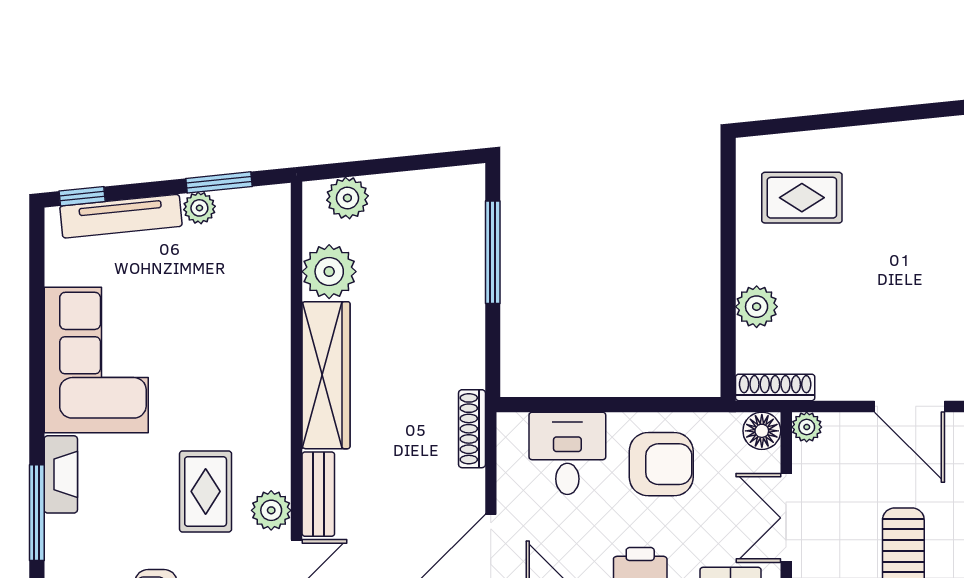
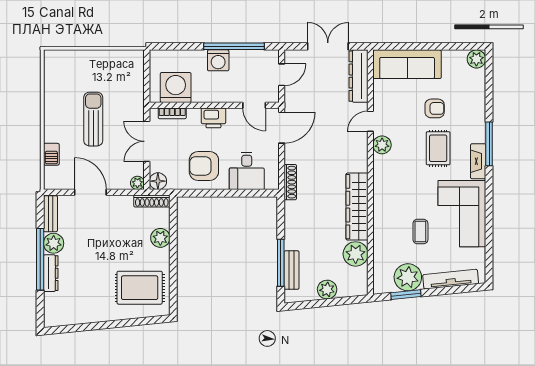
window: (82, 196) -> (468, 288), removed
plant: (347, 198) -> (327, 290), moved
rug: (802, 198) -> (140, 288), width x1.36, depth x1.43
plant: (199, 208) -> (408, 277), width x1.87, depth x1.87
coffee table: (187, 321) -> (420, 232), added
rug: (206, 491) -> (438, 148), moved
bench: (318, 494) -> (292, 270), moved
double door: (786, 518) -> (147, 141), swing flipped

